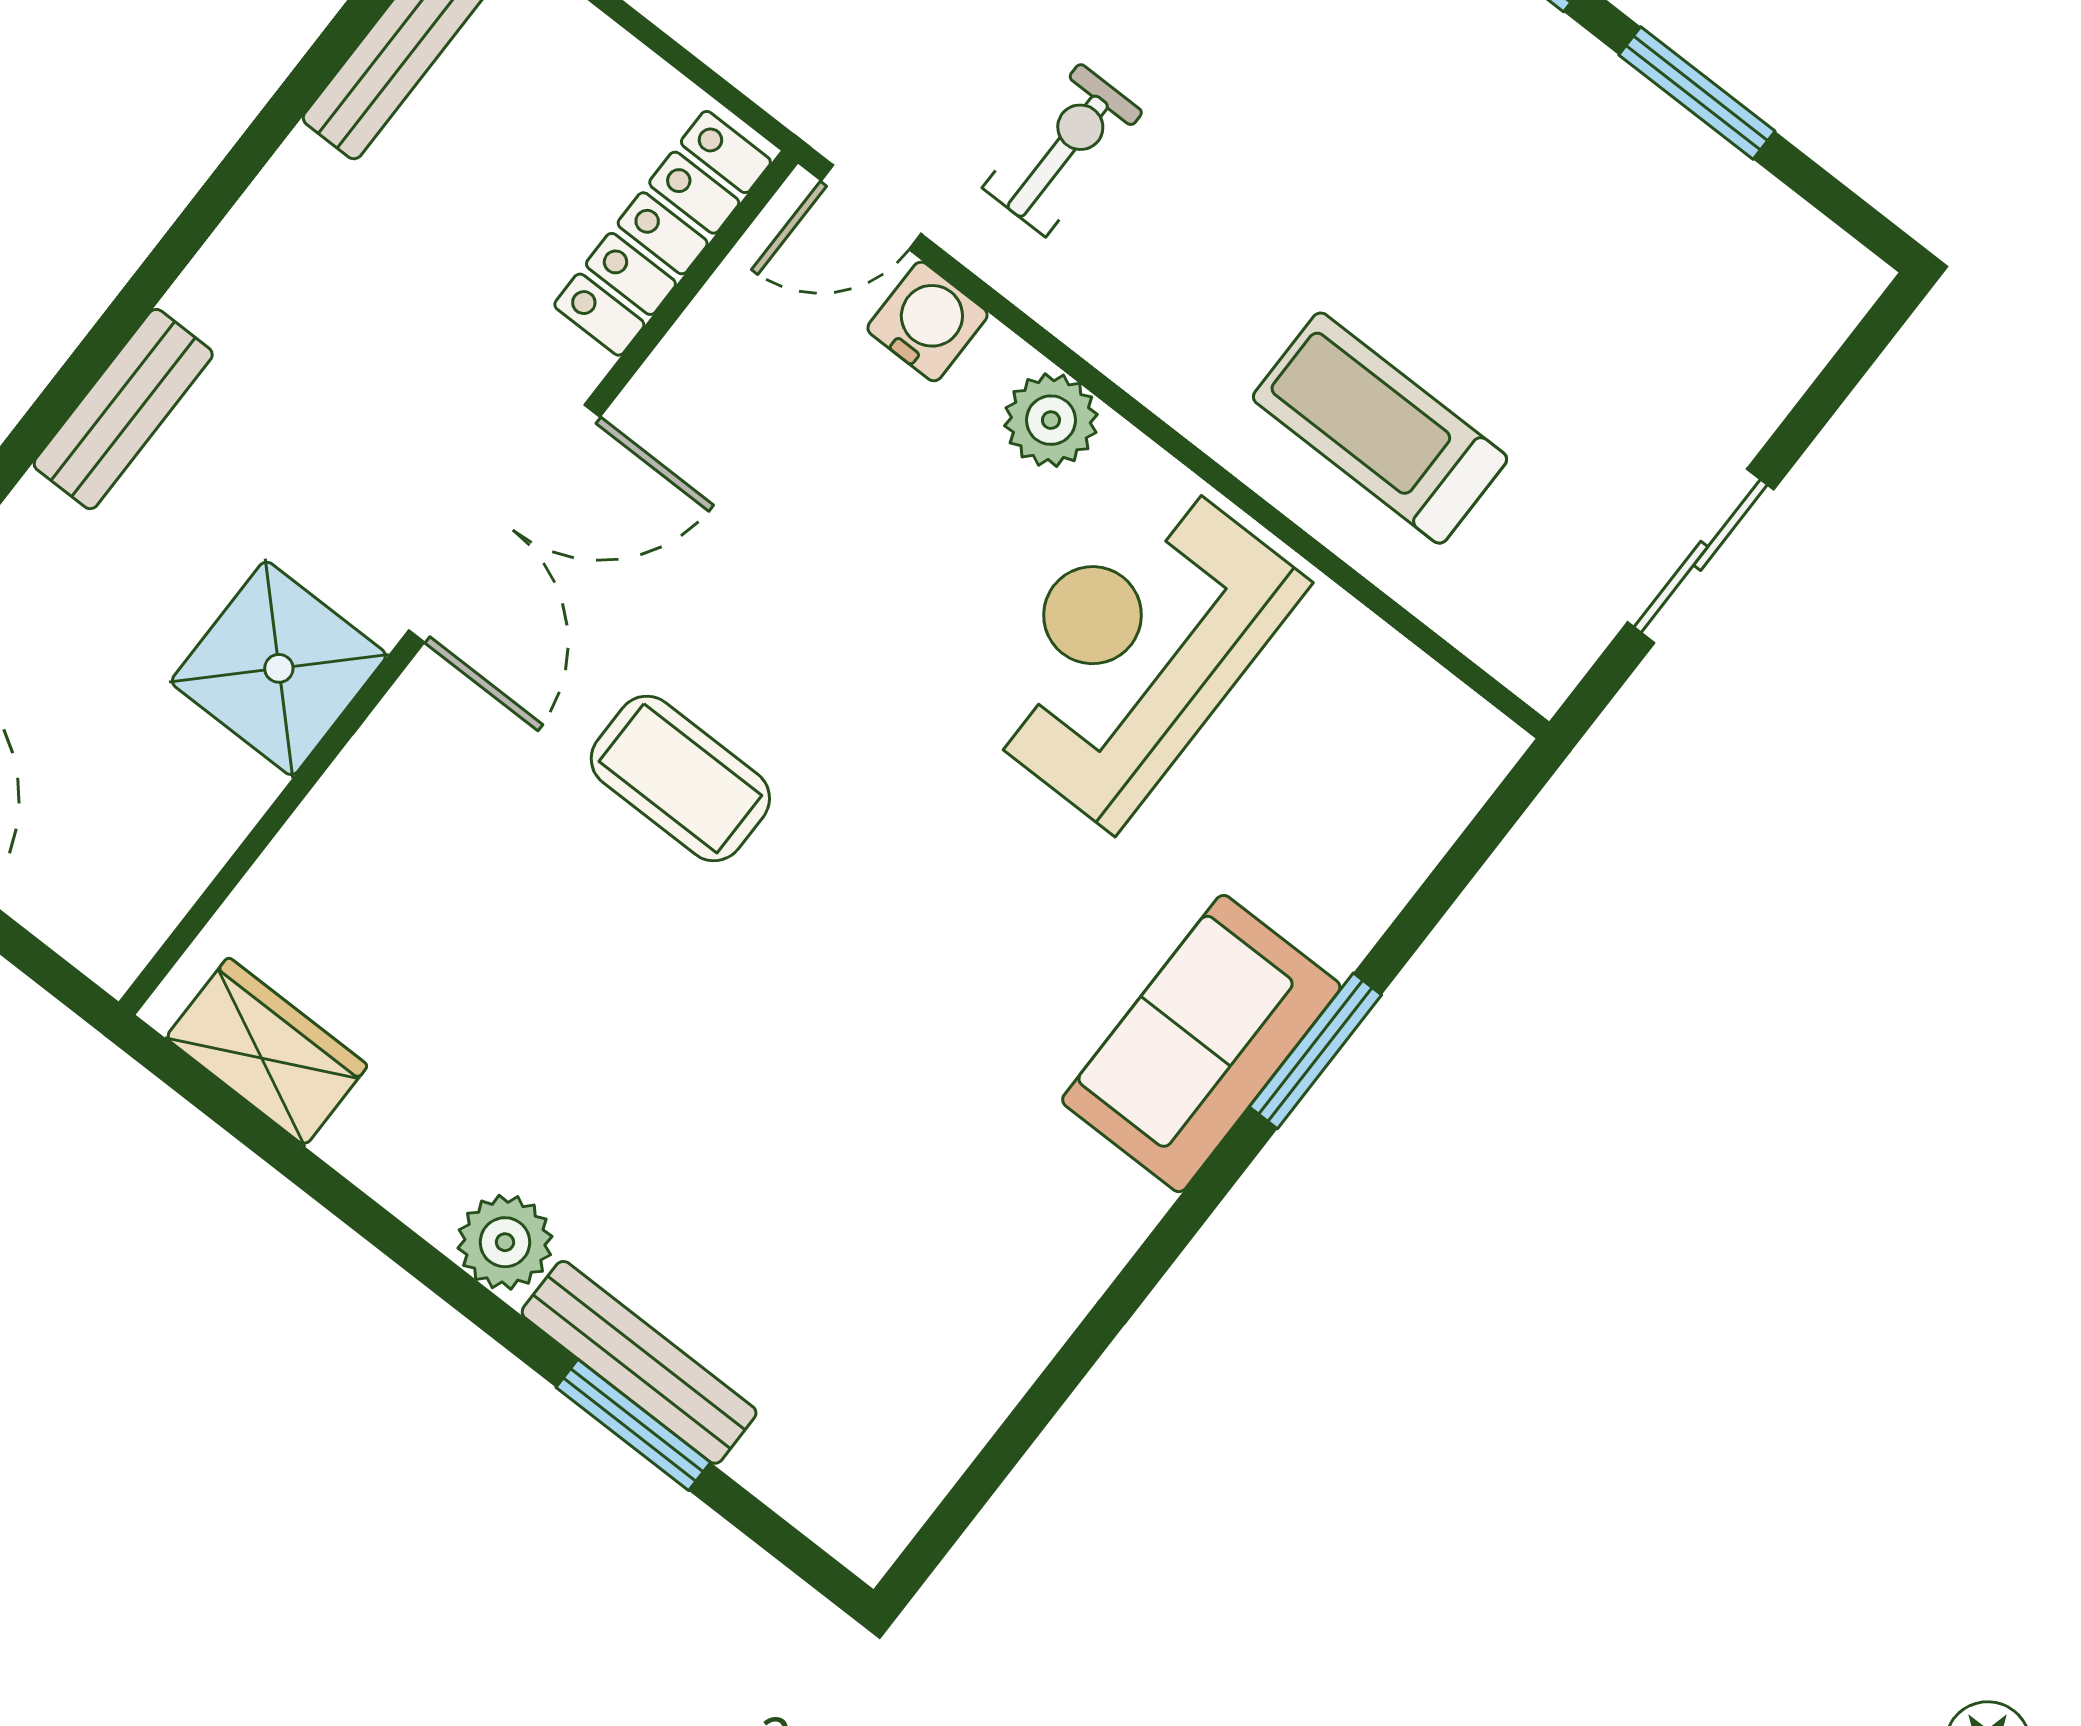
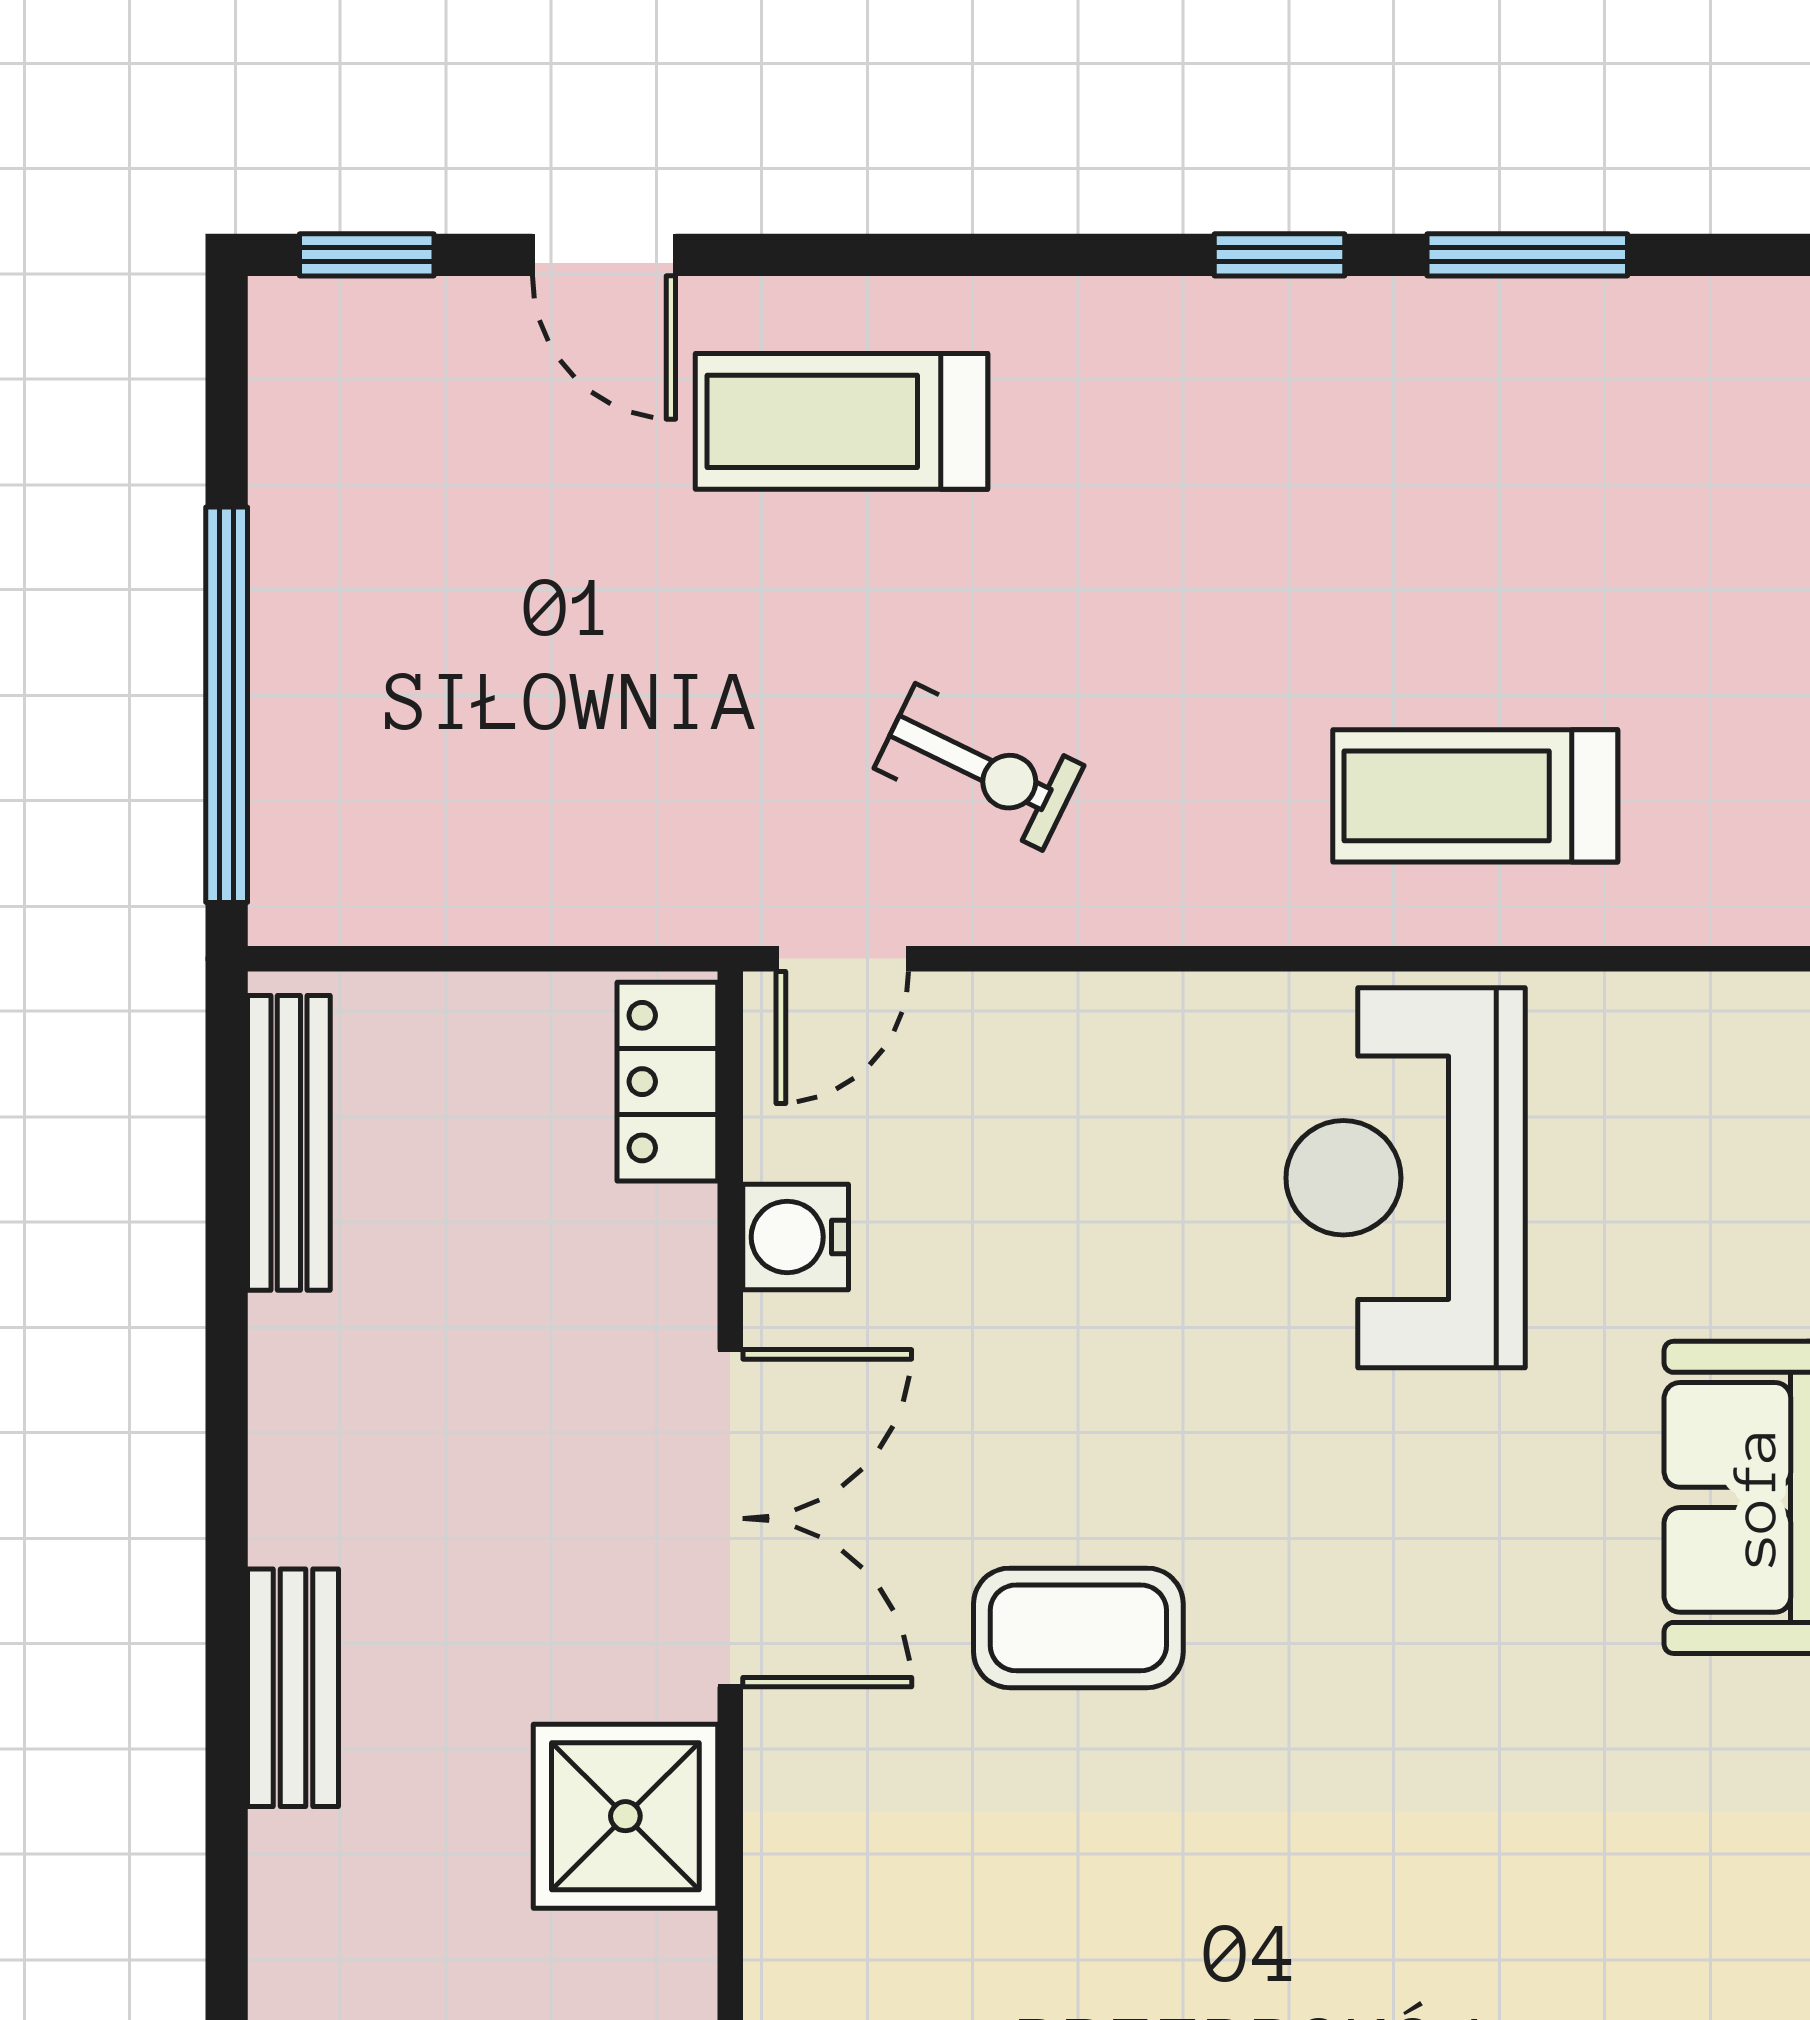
exercise bike: (1063, 150) -> (979, 767), turned 116
locker: (663, 233) -> (667, 1082), width x0.66
water cooler: (928, 321) -> (796, 1237), moved, turned -90
plant: (1051, 420) -> (1164, 1027), removed

